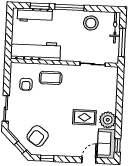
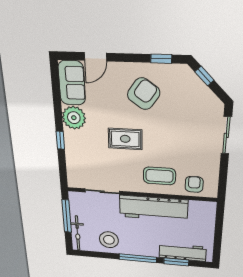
workbench: (36, 51) -> (153, 208), moved
armchair: (26, 84) -> (194, 184), moved
rug: (84, 117) -> (125, 139), moved
armchair: (38, 136) -> (144, 94), moved
window: (117, 145) -> (60, 140), moved

